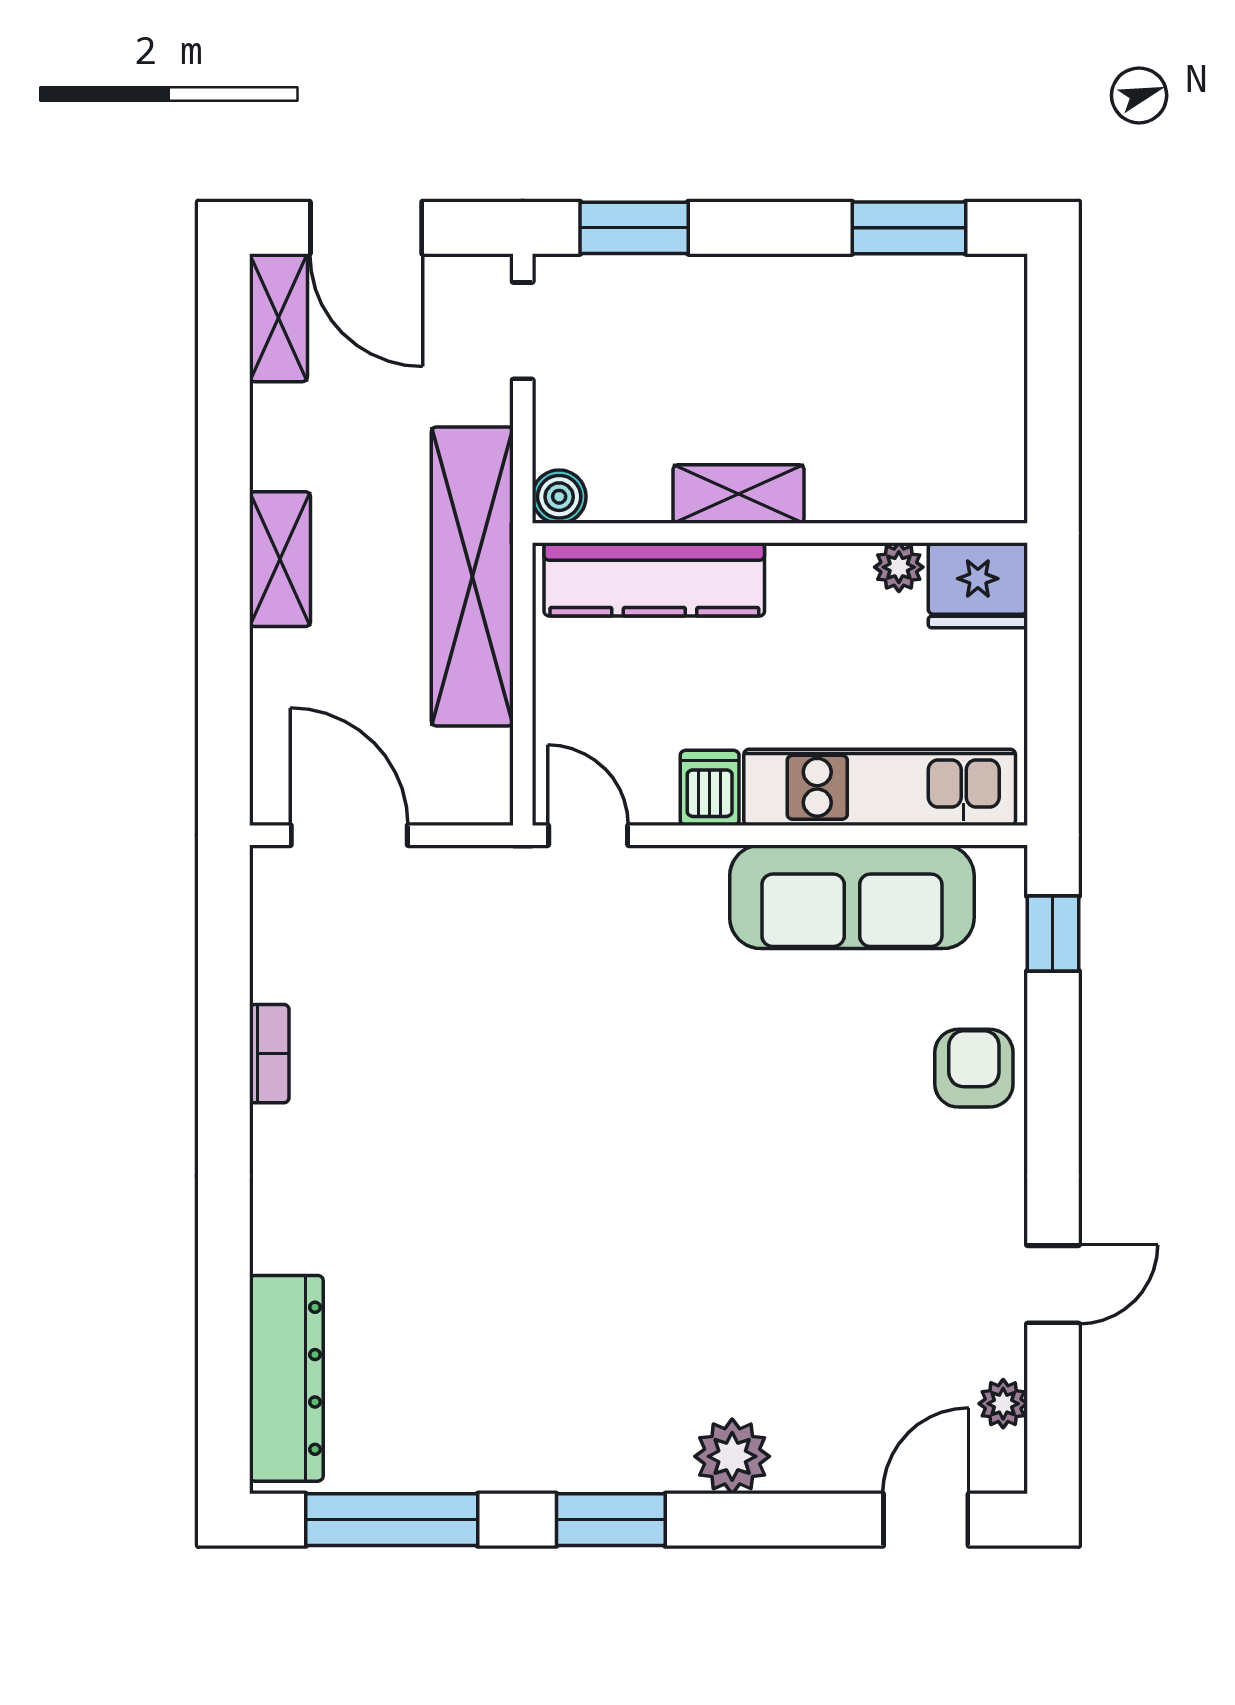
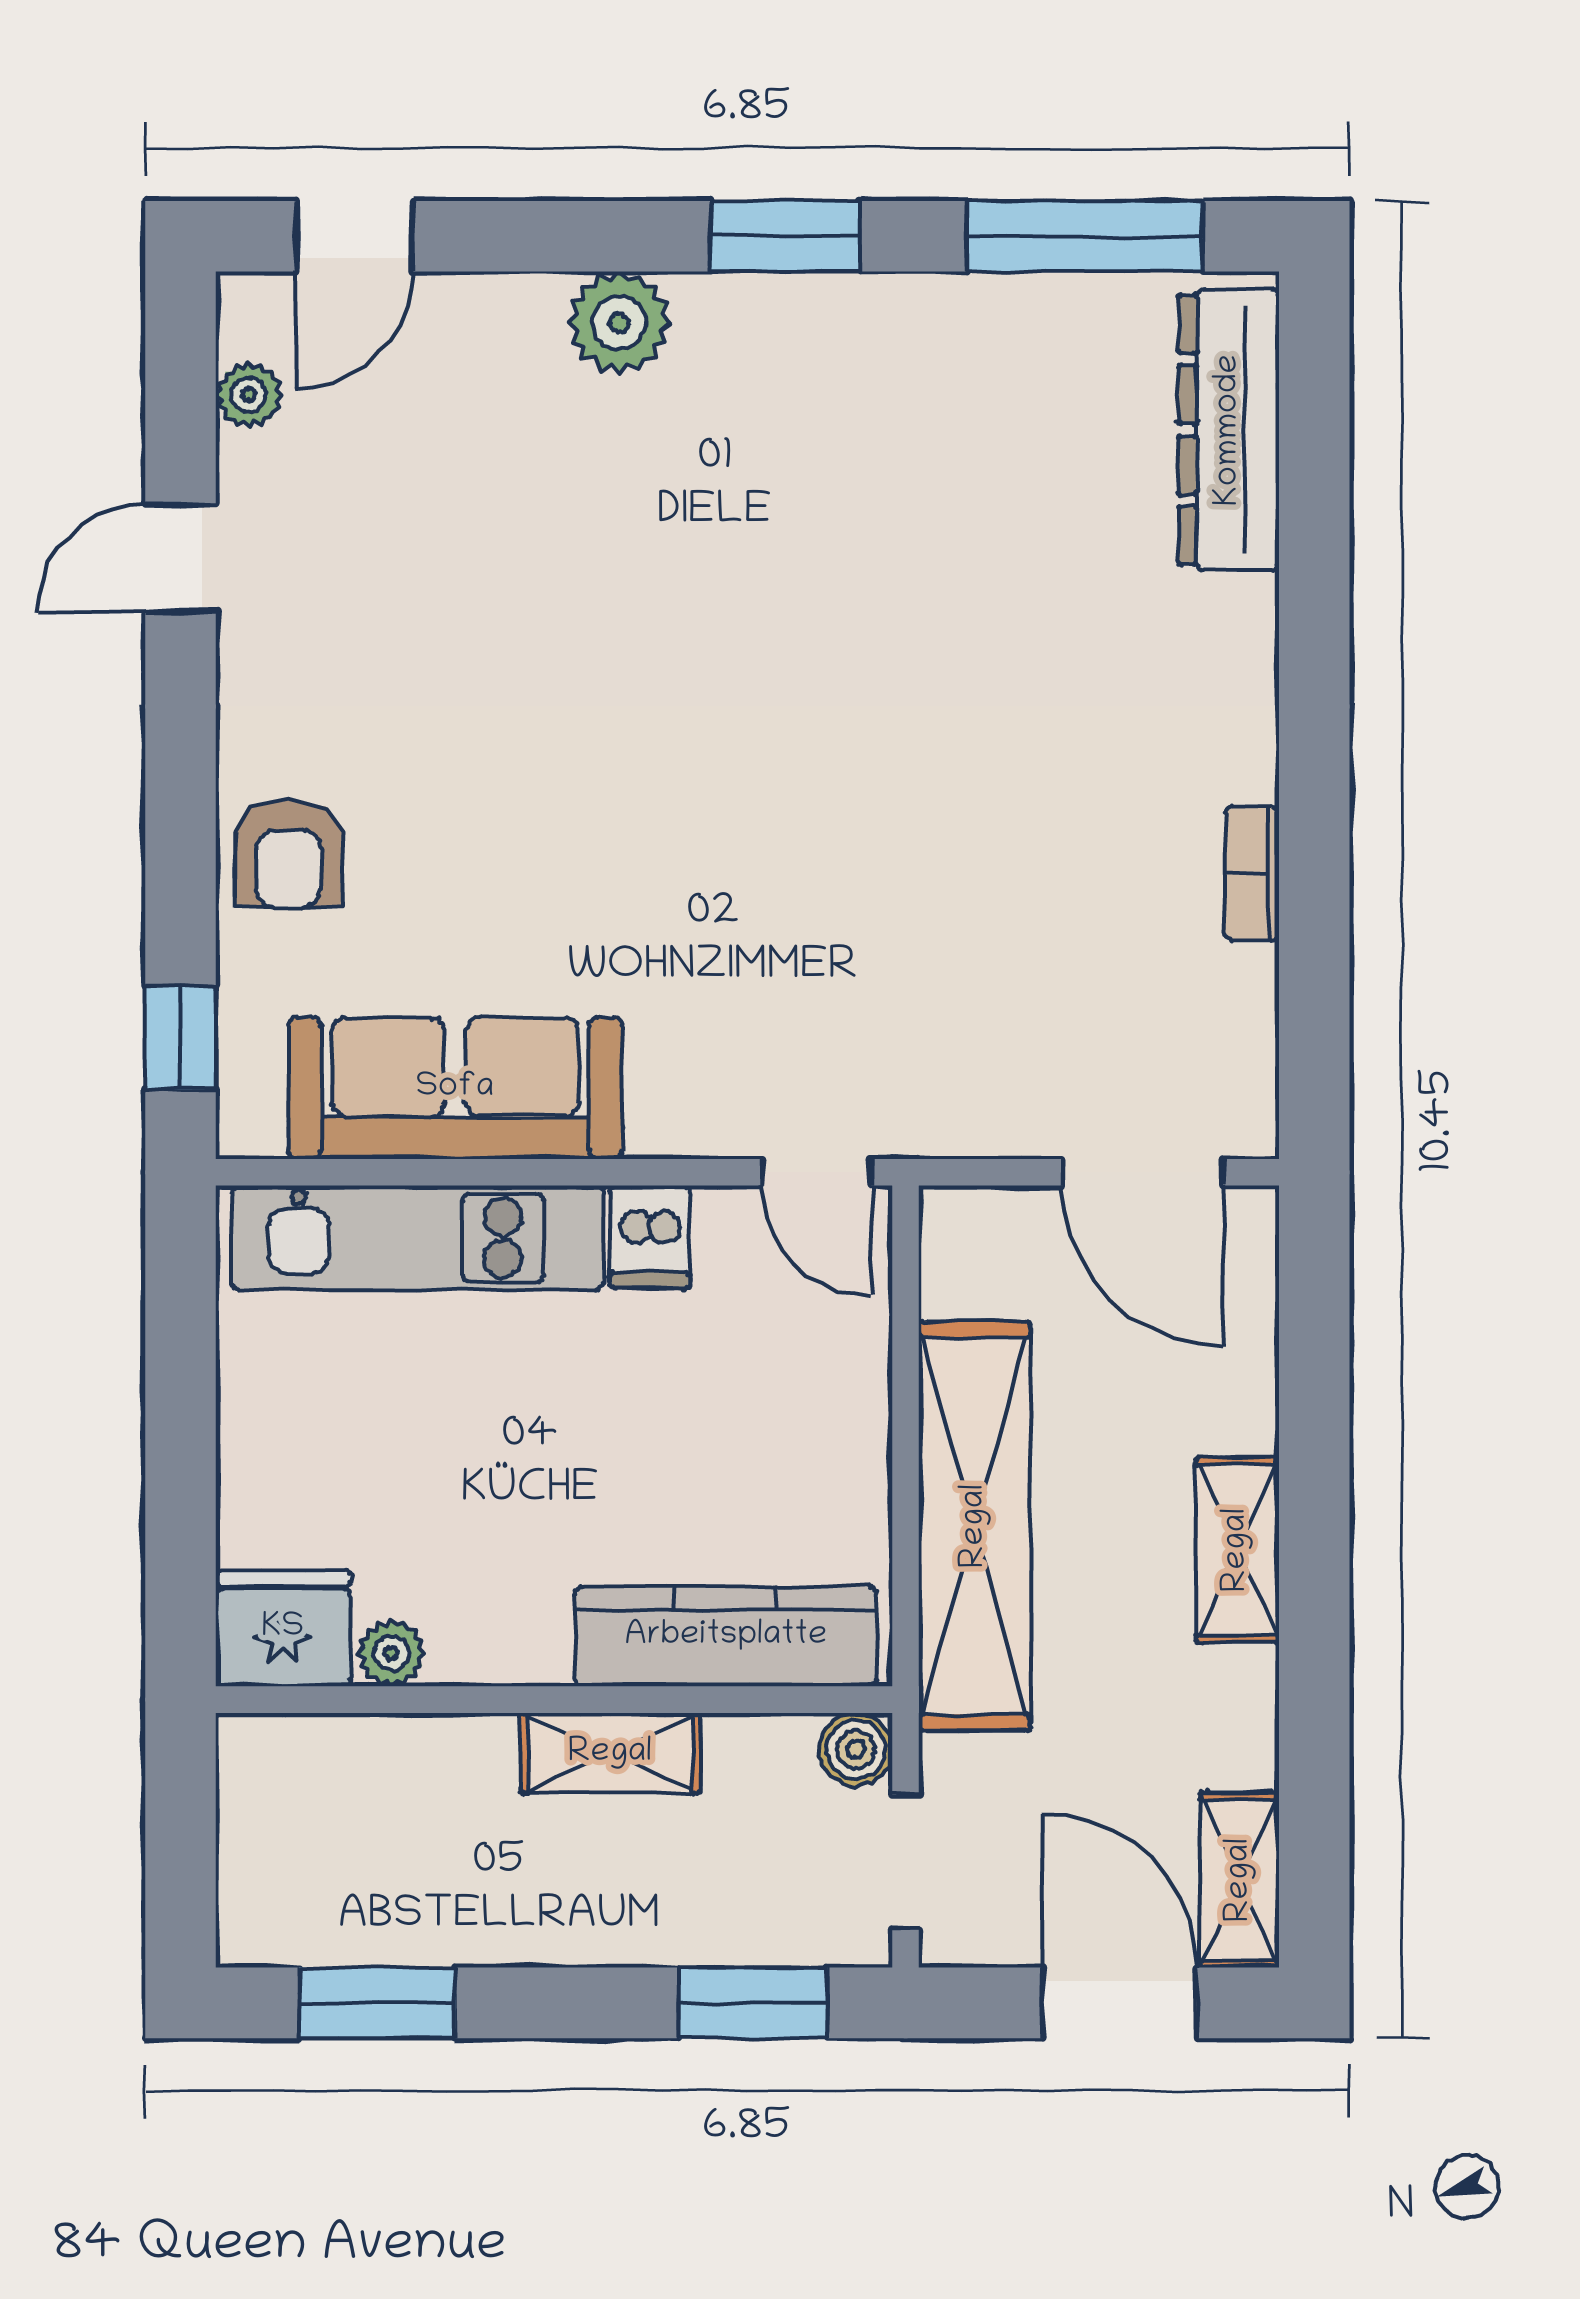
shelving: (739, 494) -> (610, 1753), moved
boiler: (559, 497) -> (856, 1749), moved
wall: (780, 533) -> (554, 1700), moved
plant: (899, 567) -> (391, 1653), moved
kitchen counter: (654, 579) -> (726, 1636), moved
fridge: (978, 585) -> (283, 1628), moved

